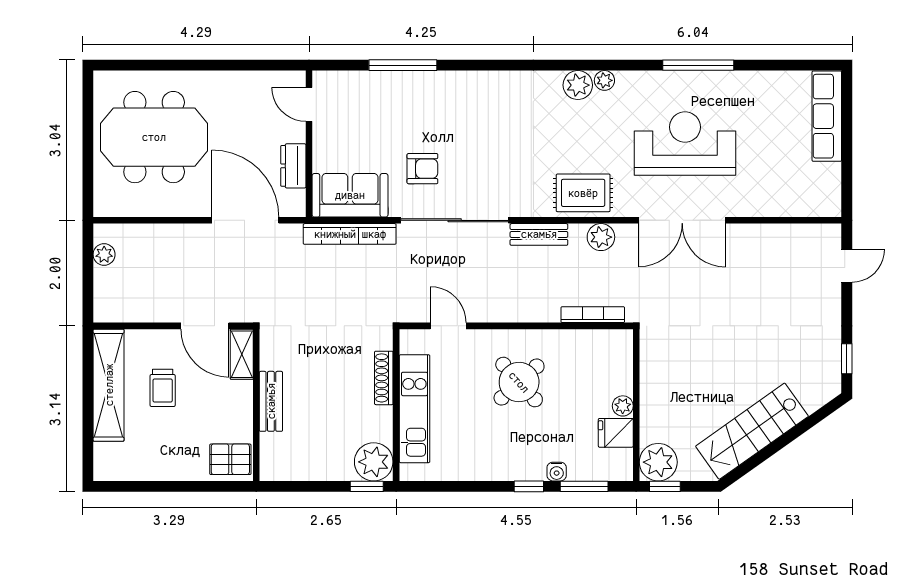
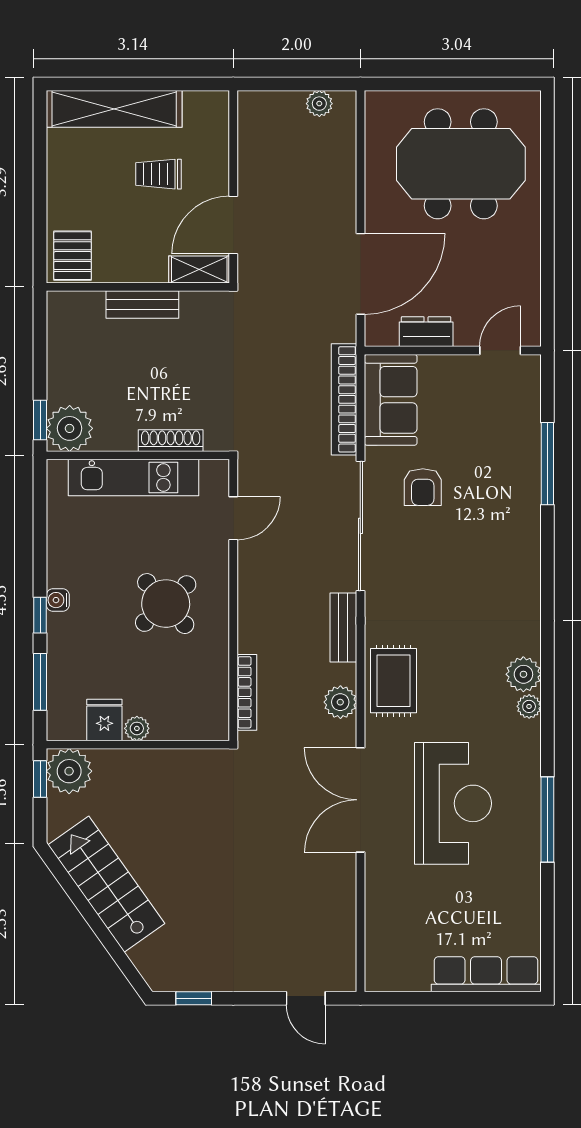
meeting table: (154, 137) -> (461, 164), turned 90
shelving: (109, 385) -> (114, 109), moved
water cooler: (557, 472) -> (58, 600), moved

